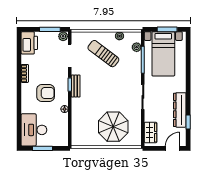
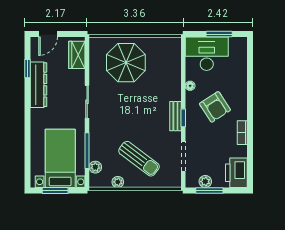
plant: (63, 36) -> (205, 182), moved
armchair: (46, 93) -> (215, 107), turned -123
desk: (34, 130) -> (207, 54), moved, turned -90

